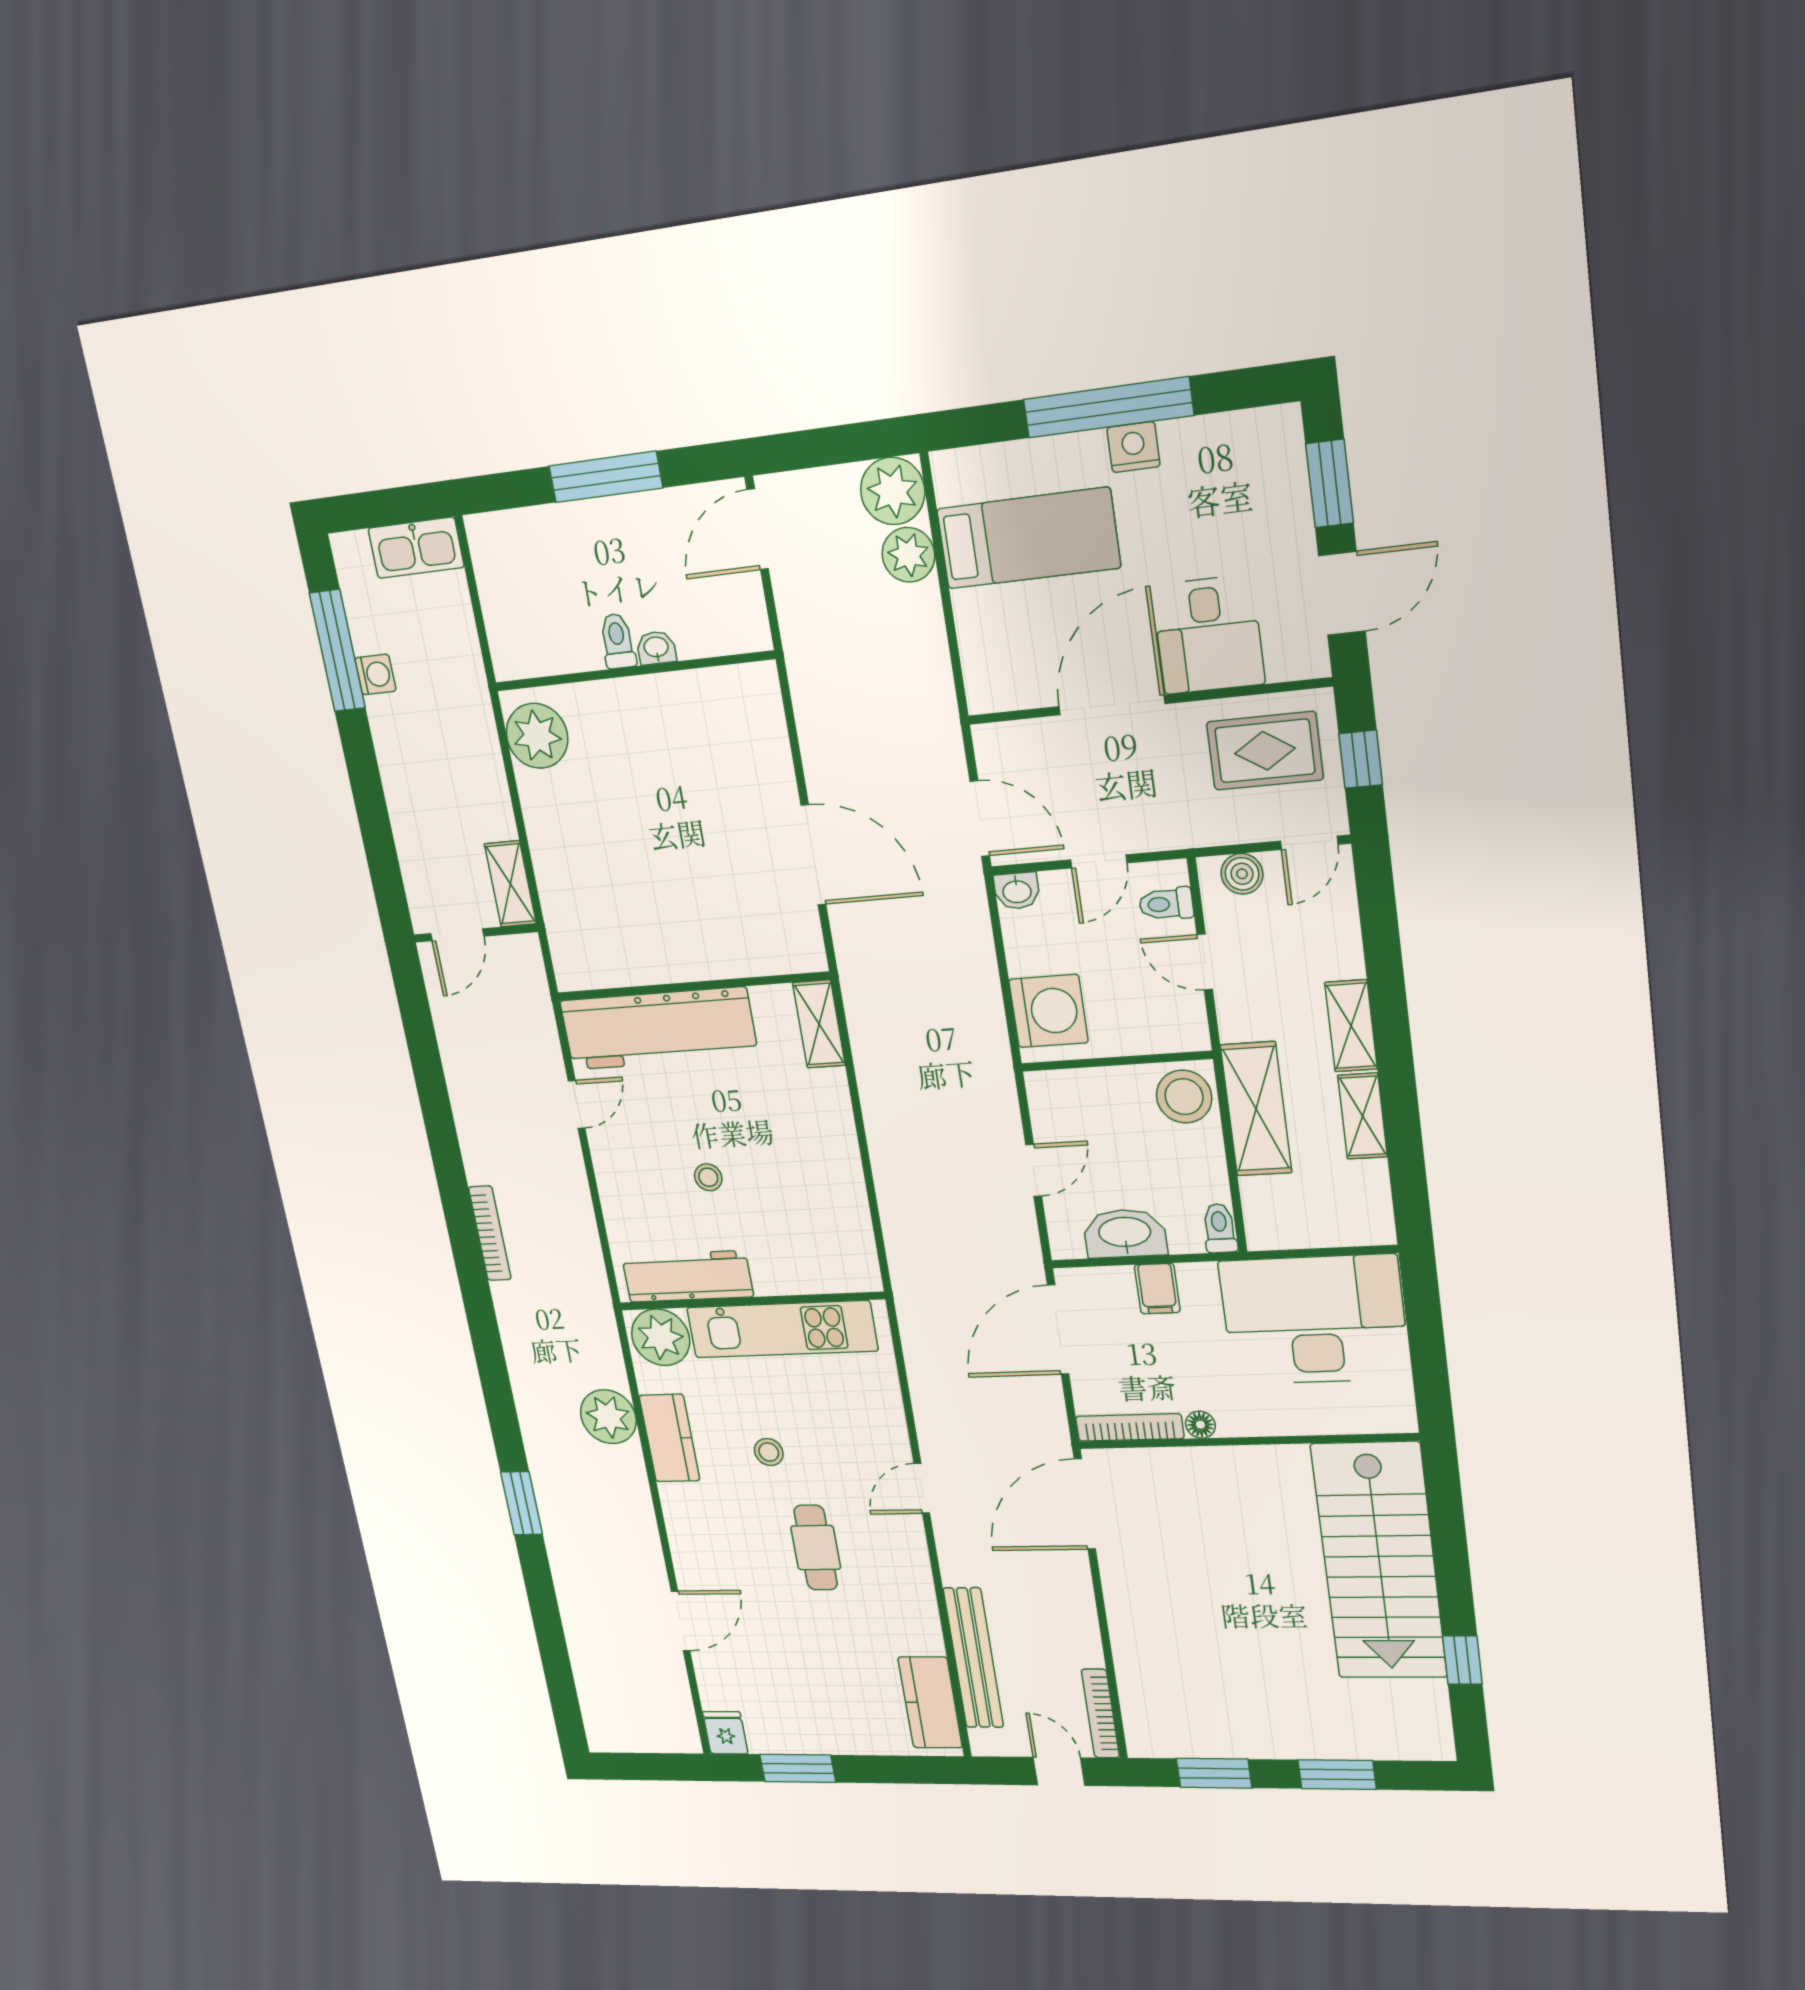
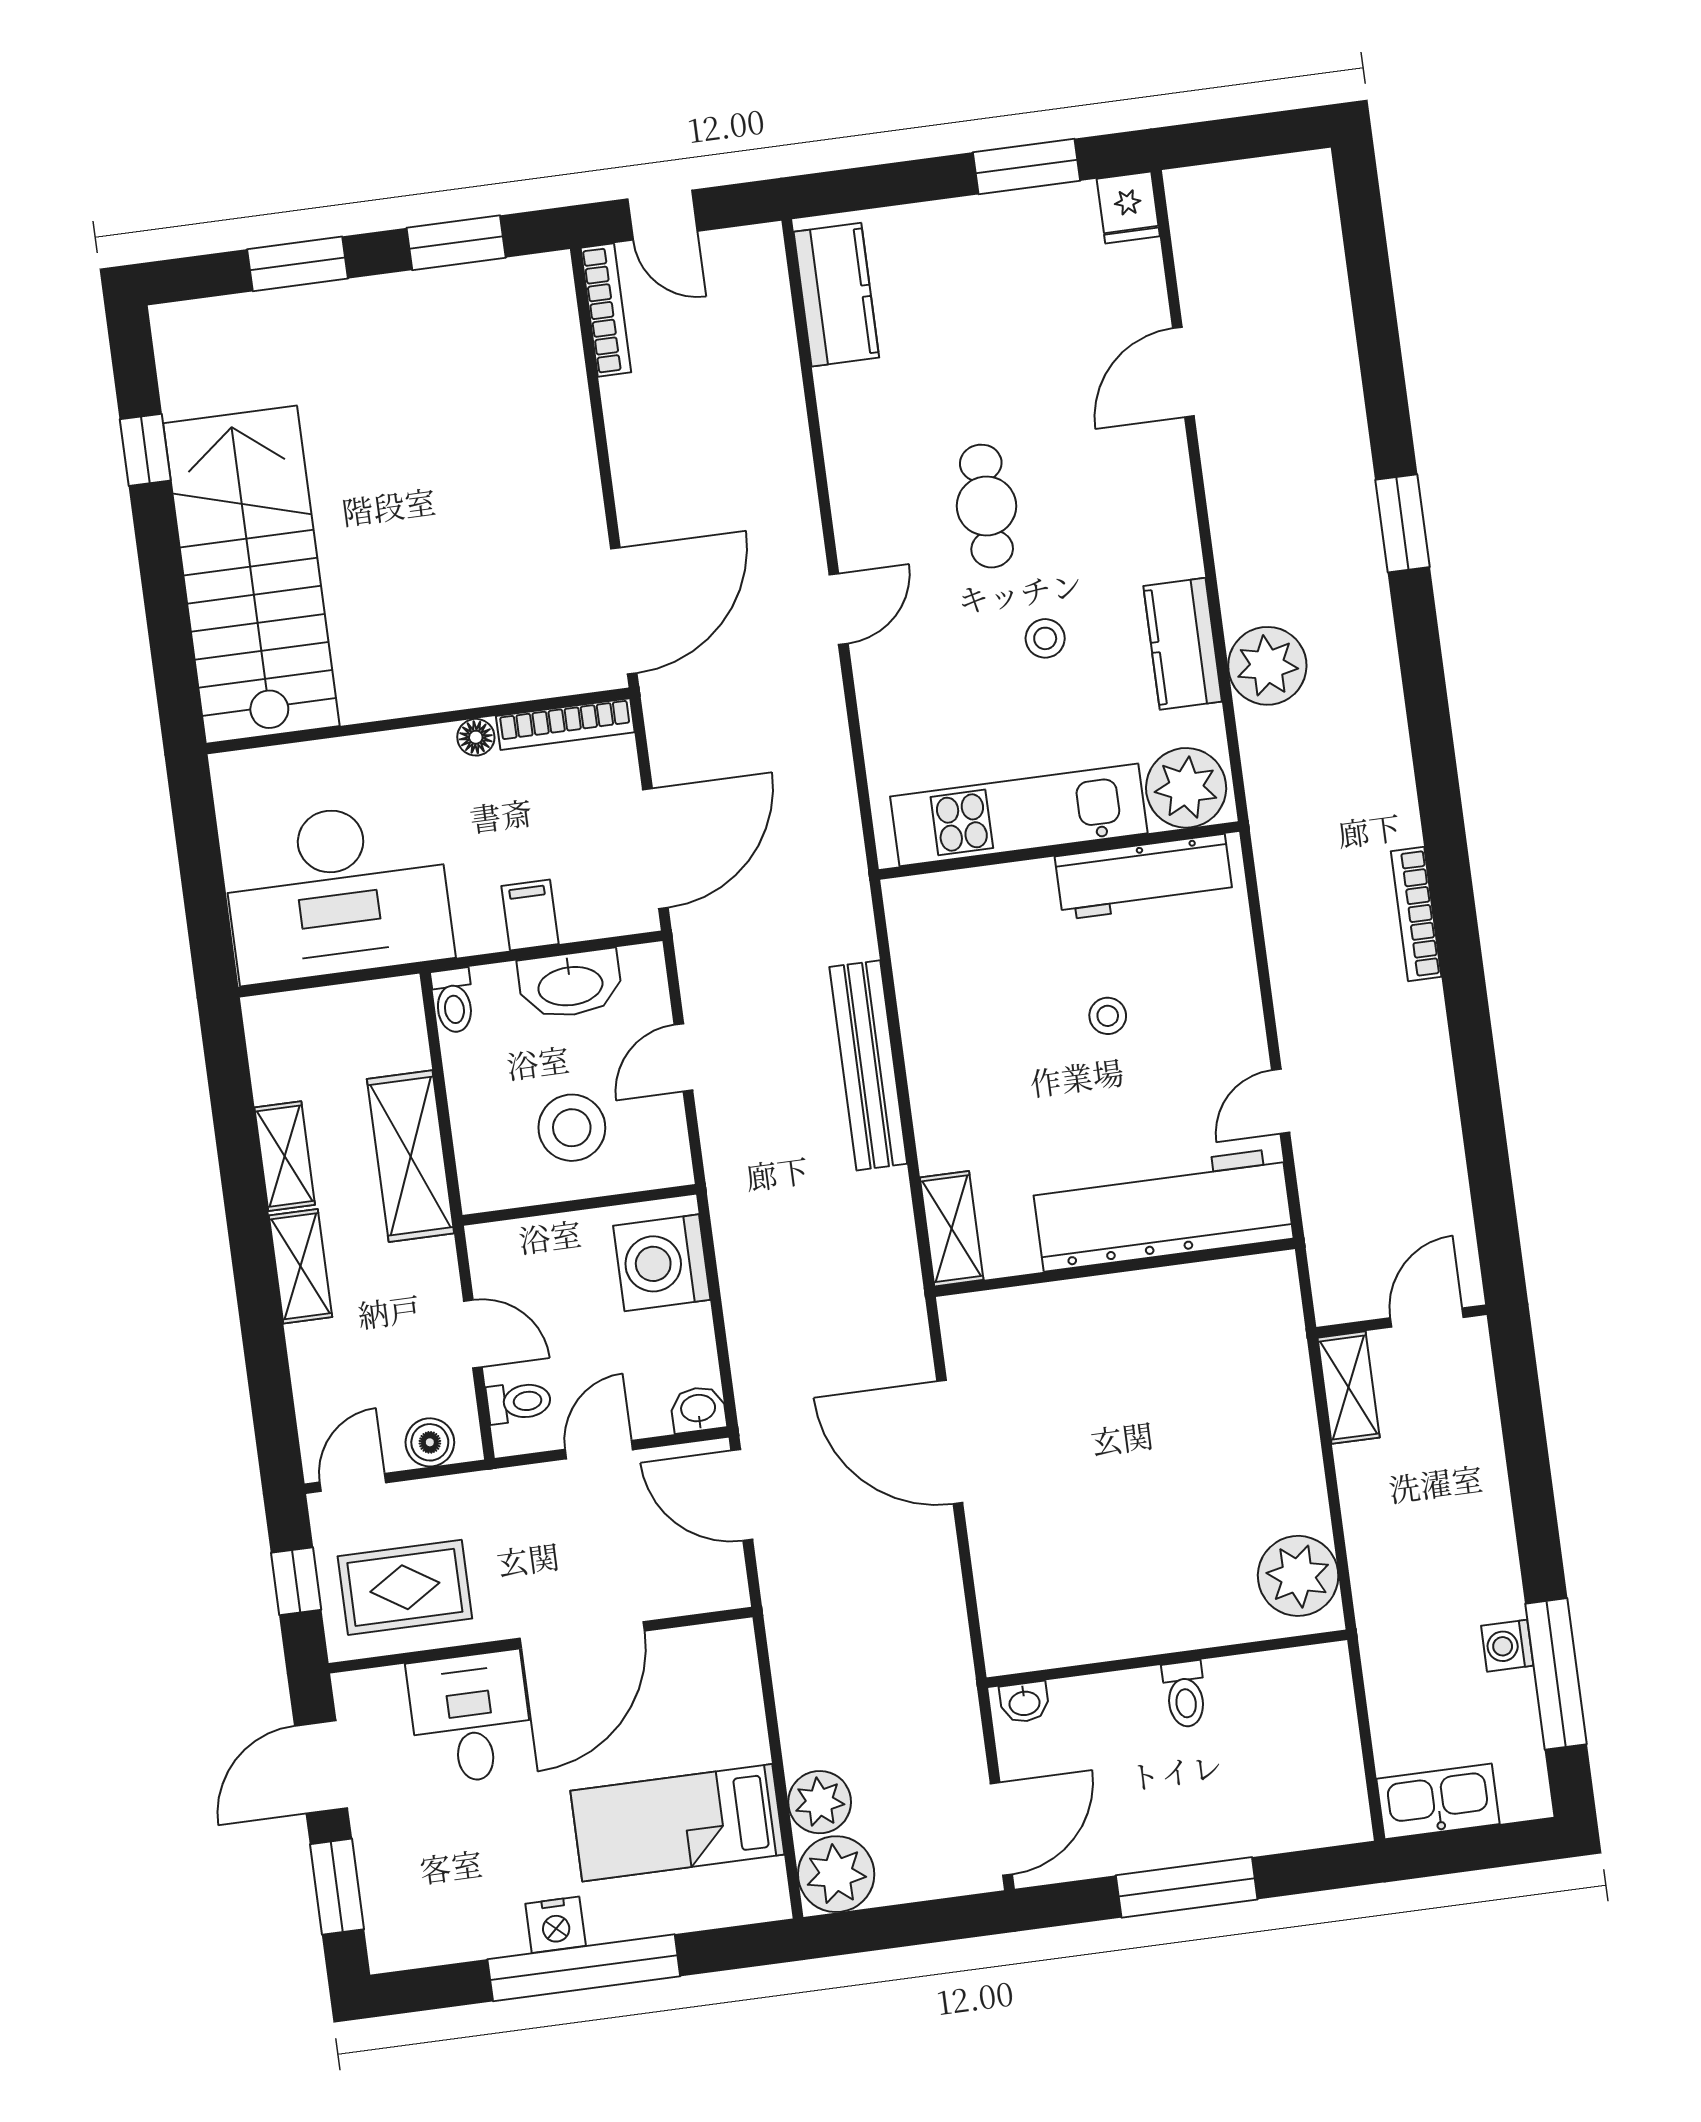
washbasin: (656, 648) -> (1024, 1702), moved
stool: (1184, 1097) -> (572, 1128), moved
bench: (973, 1658) -> (868, 1065), moved

